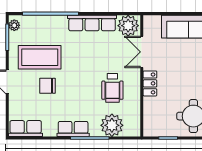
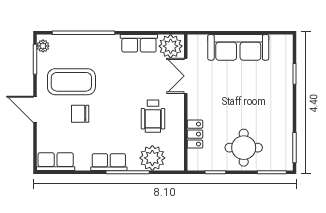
row of seats: (92, 23) -> (139, 43), width x0.68
locker: (150, 83) -> (195, 134), moved

